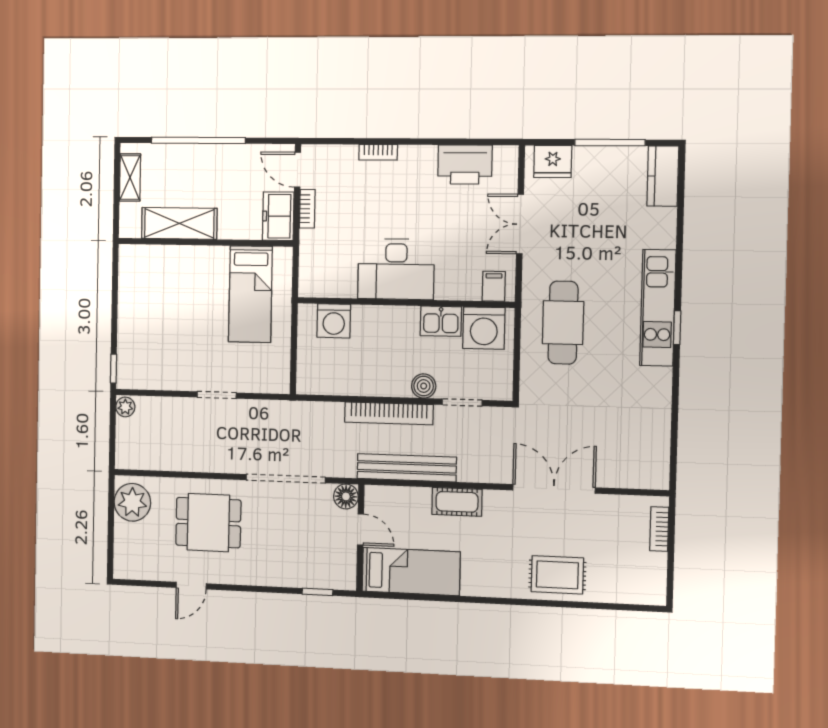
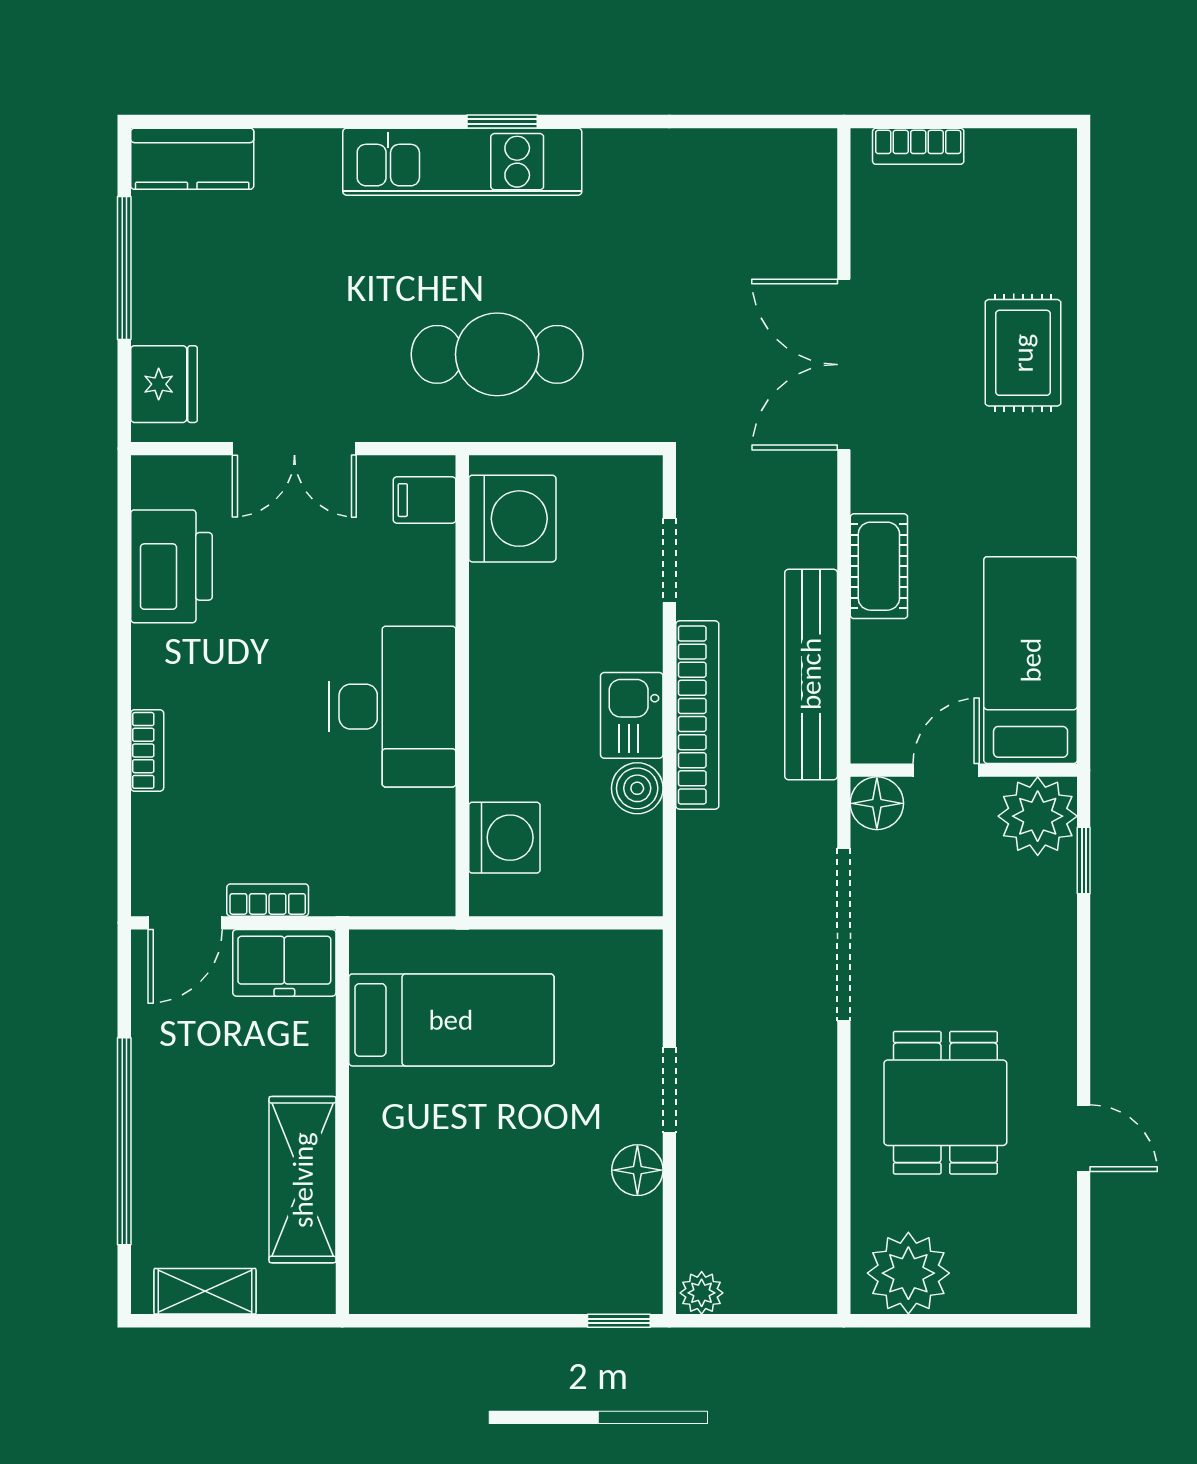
kitchen sink: (441, 321) -> (632, 715), moved, turned 180
floor lamp: (181, 379) -> (637, 1170), added
boiler: (424, 386) -> (637, 788), moved
plant: (338, 571) -> (1038, 816), added

